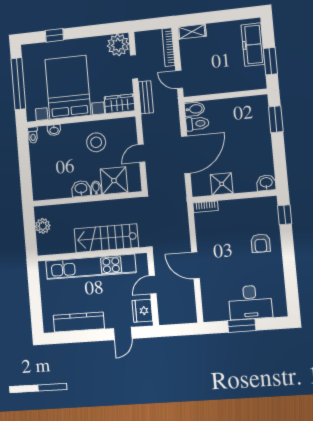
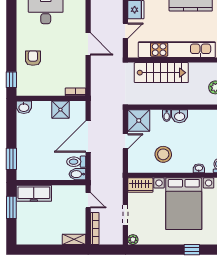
plant: (118, 45) -> (133, 240), width x0.53, depth x0.53
freezer: (253, 45) -> (34, 193), moved, turned 90
bench: (146, 97) -> (118, 188), removed
shower: (114, 181) -> (139, 120), moved

